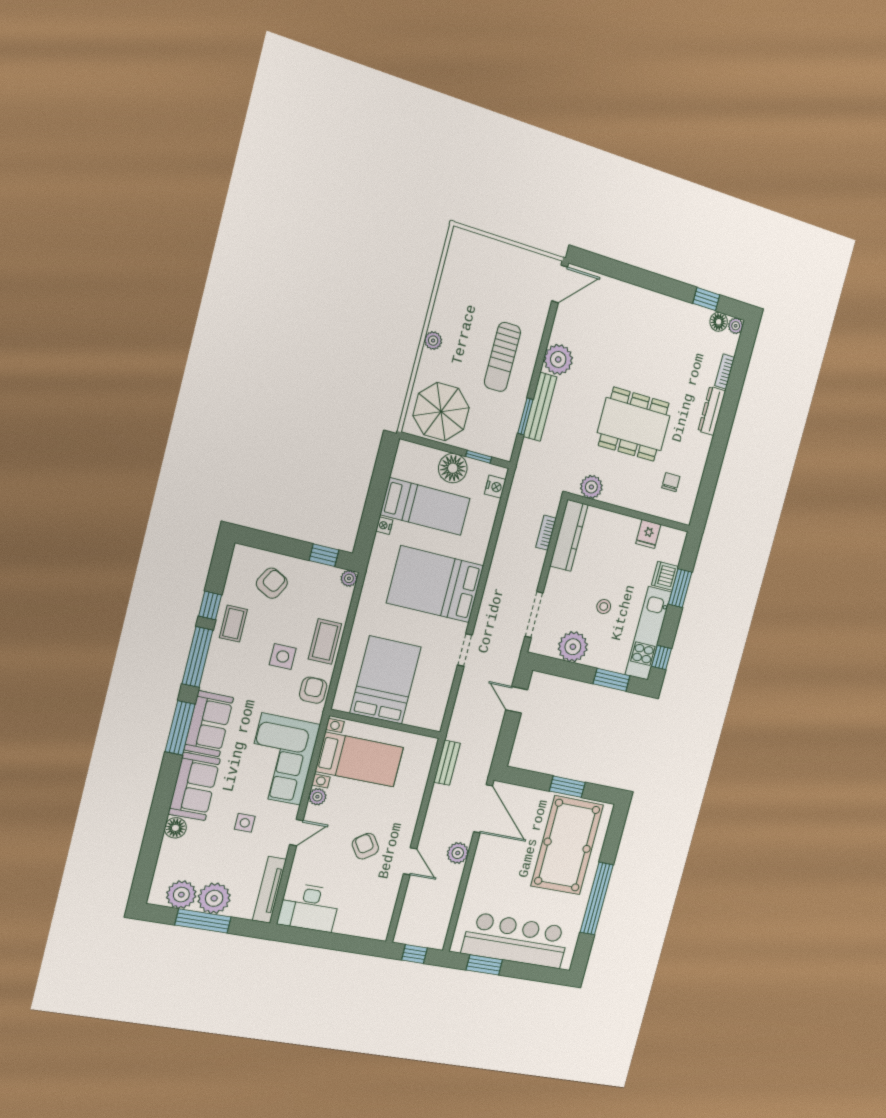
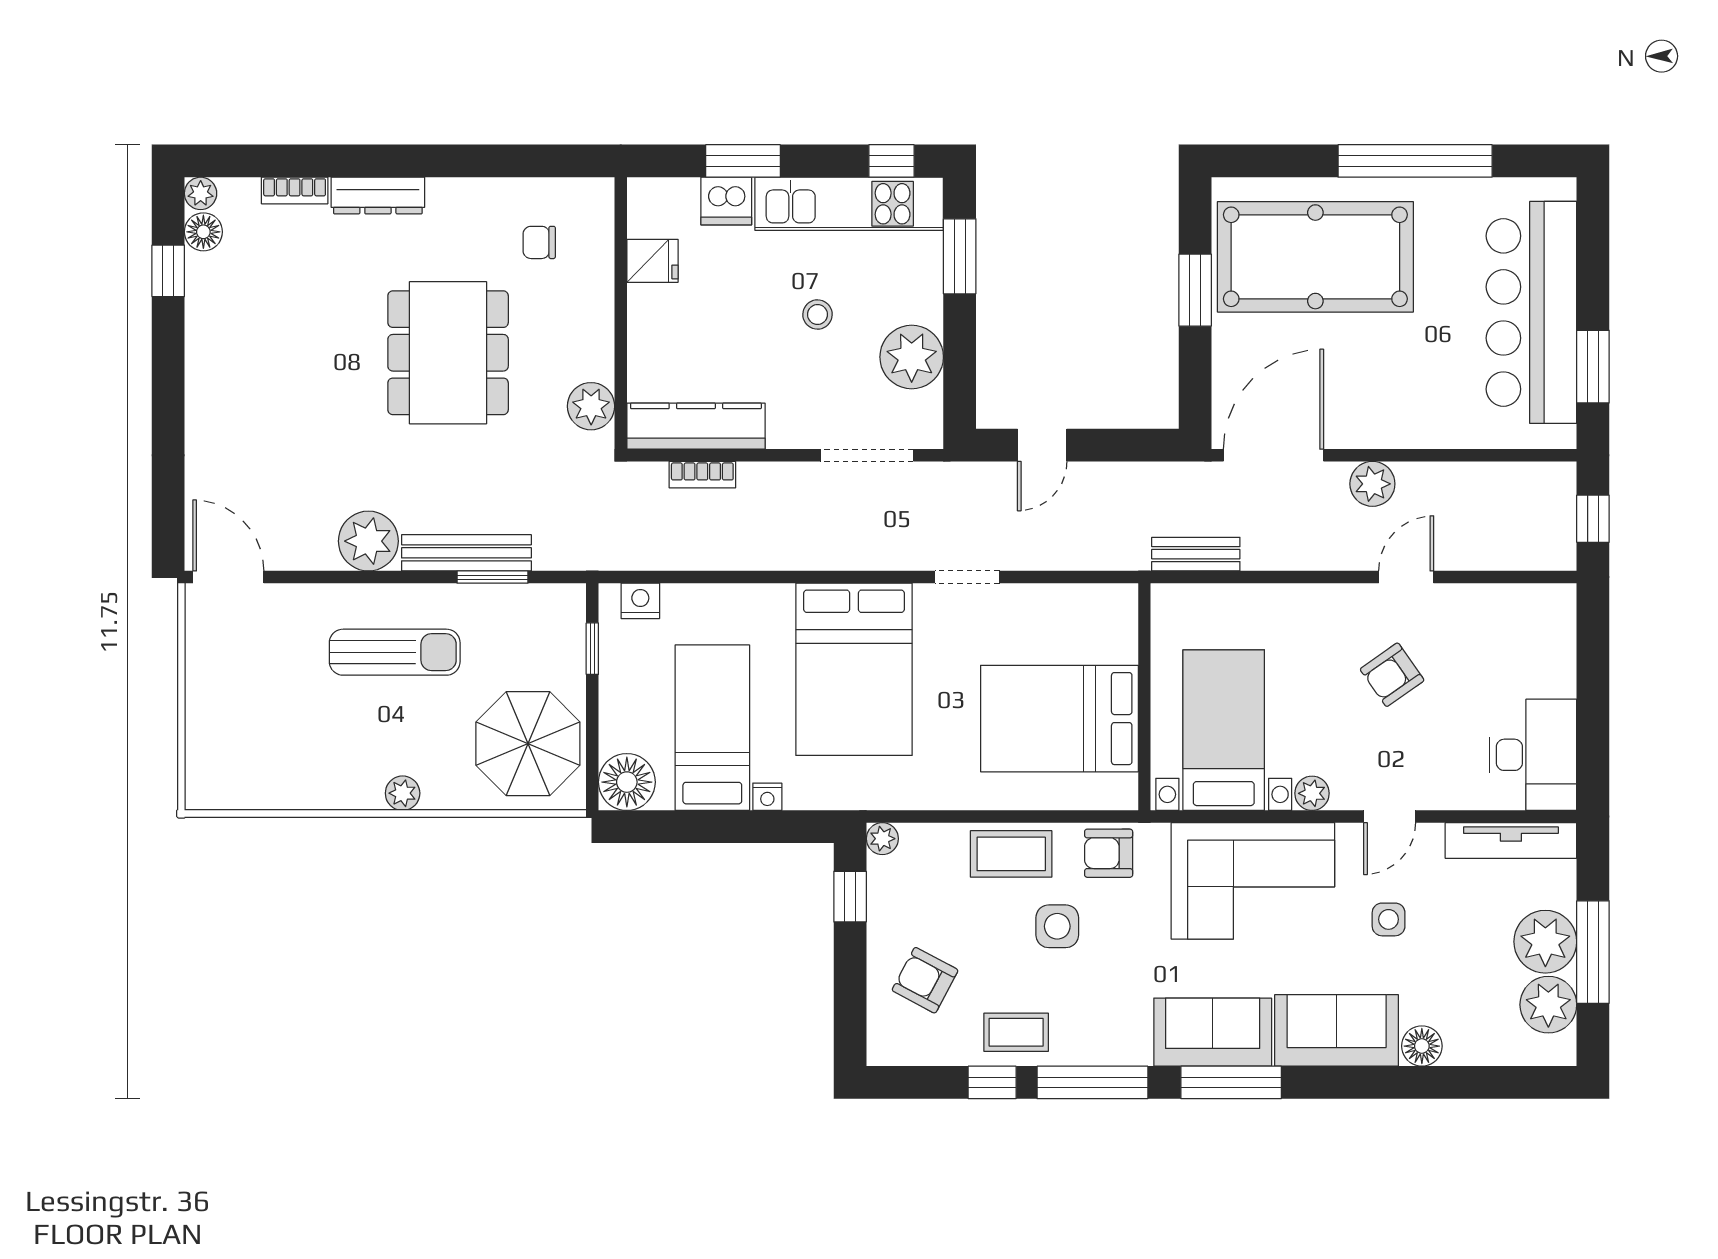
floor lamp: (453, 468) -> (627, 782), moved
door: (296, 833) -> (1390, 817), swing flipped

